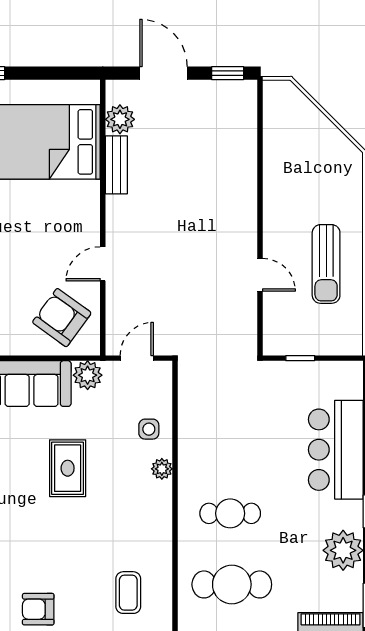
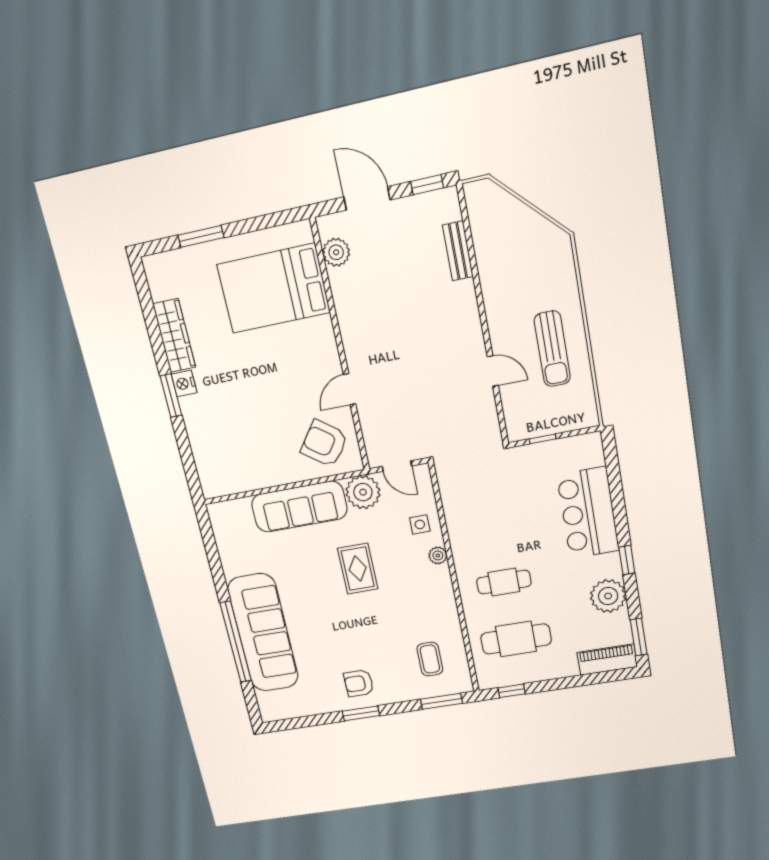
bench: (116, 165) -> (458, 251), moved
door: (137, 358) -> (397, 466), swing flipped
plant: (88, 375) -> (363, 492), width x1.36, depth x1.36

